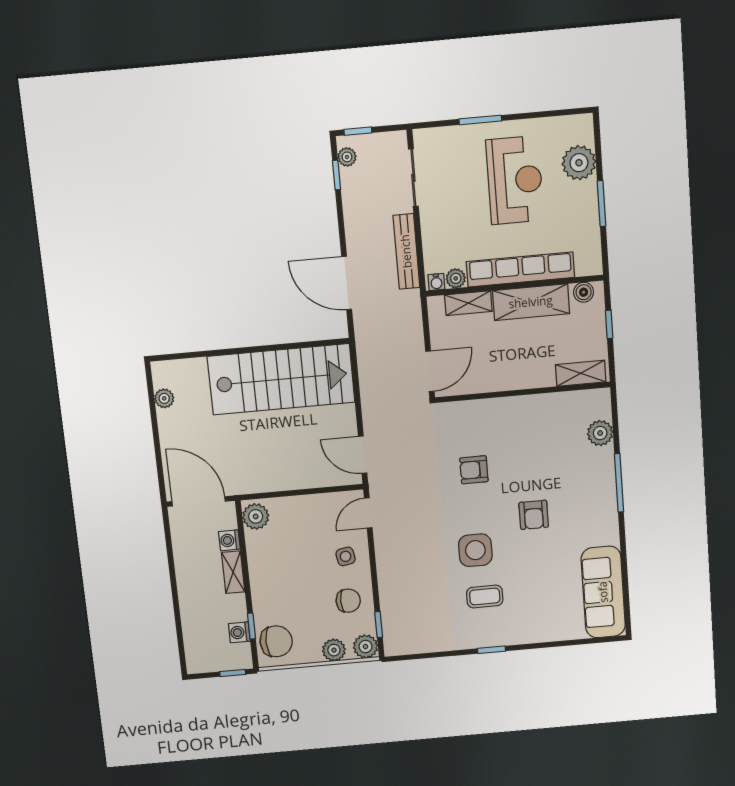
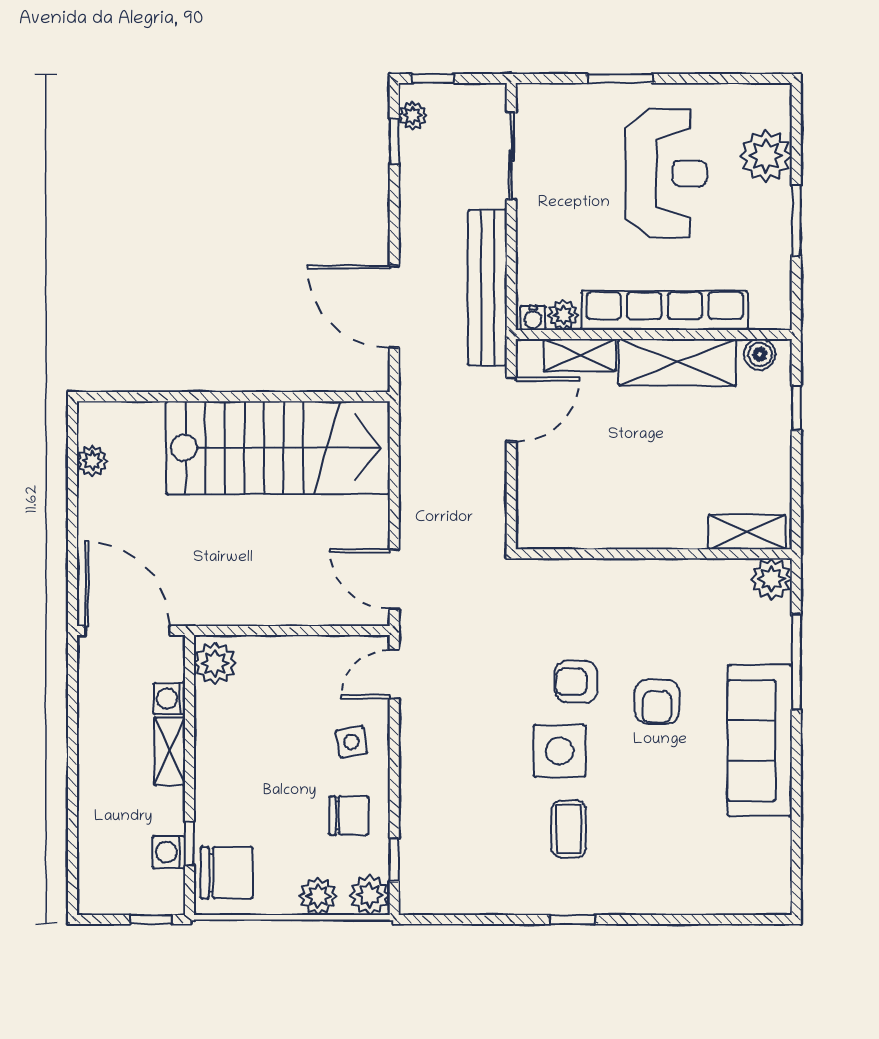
bench: (406, 251) -> (487, 288), width x1.37, depth x1.21
door: (430, 371) -> (511, 410), moved
shelving: (581, 373) -> (747, 532), moved
wall: (523, 392) -> (654, 554), moved
armchair: (474, 470) -> (576, 682), moved
sofa: (603, 592) -> (760, 740), moved
coffee table: (485, 597) -> (569, 829), turned 90

